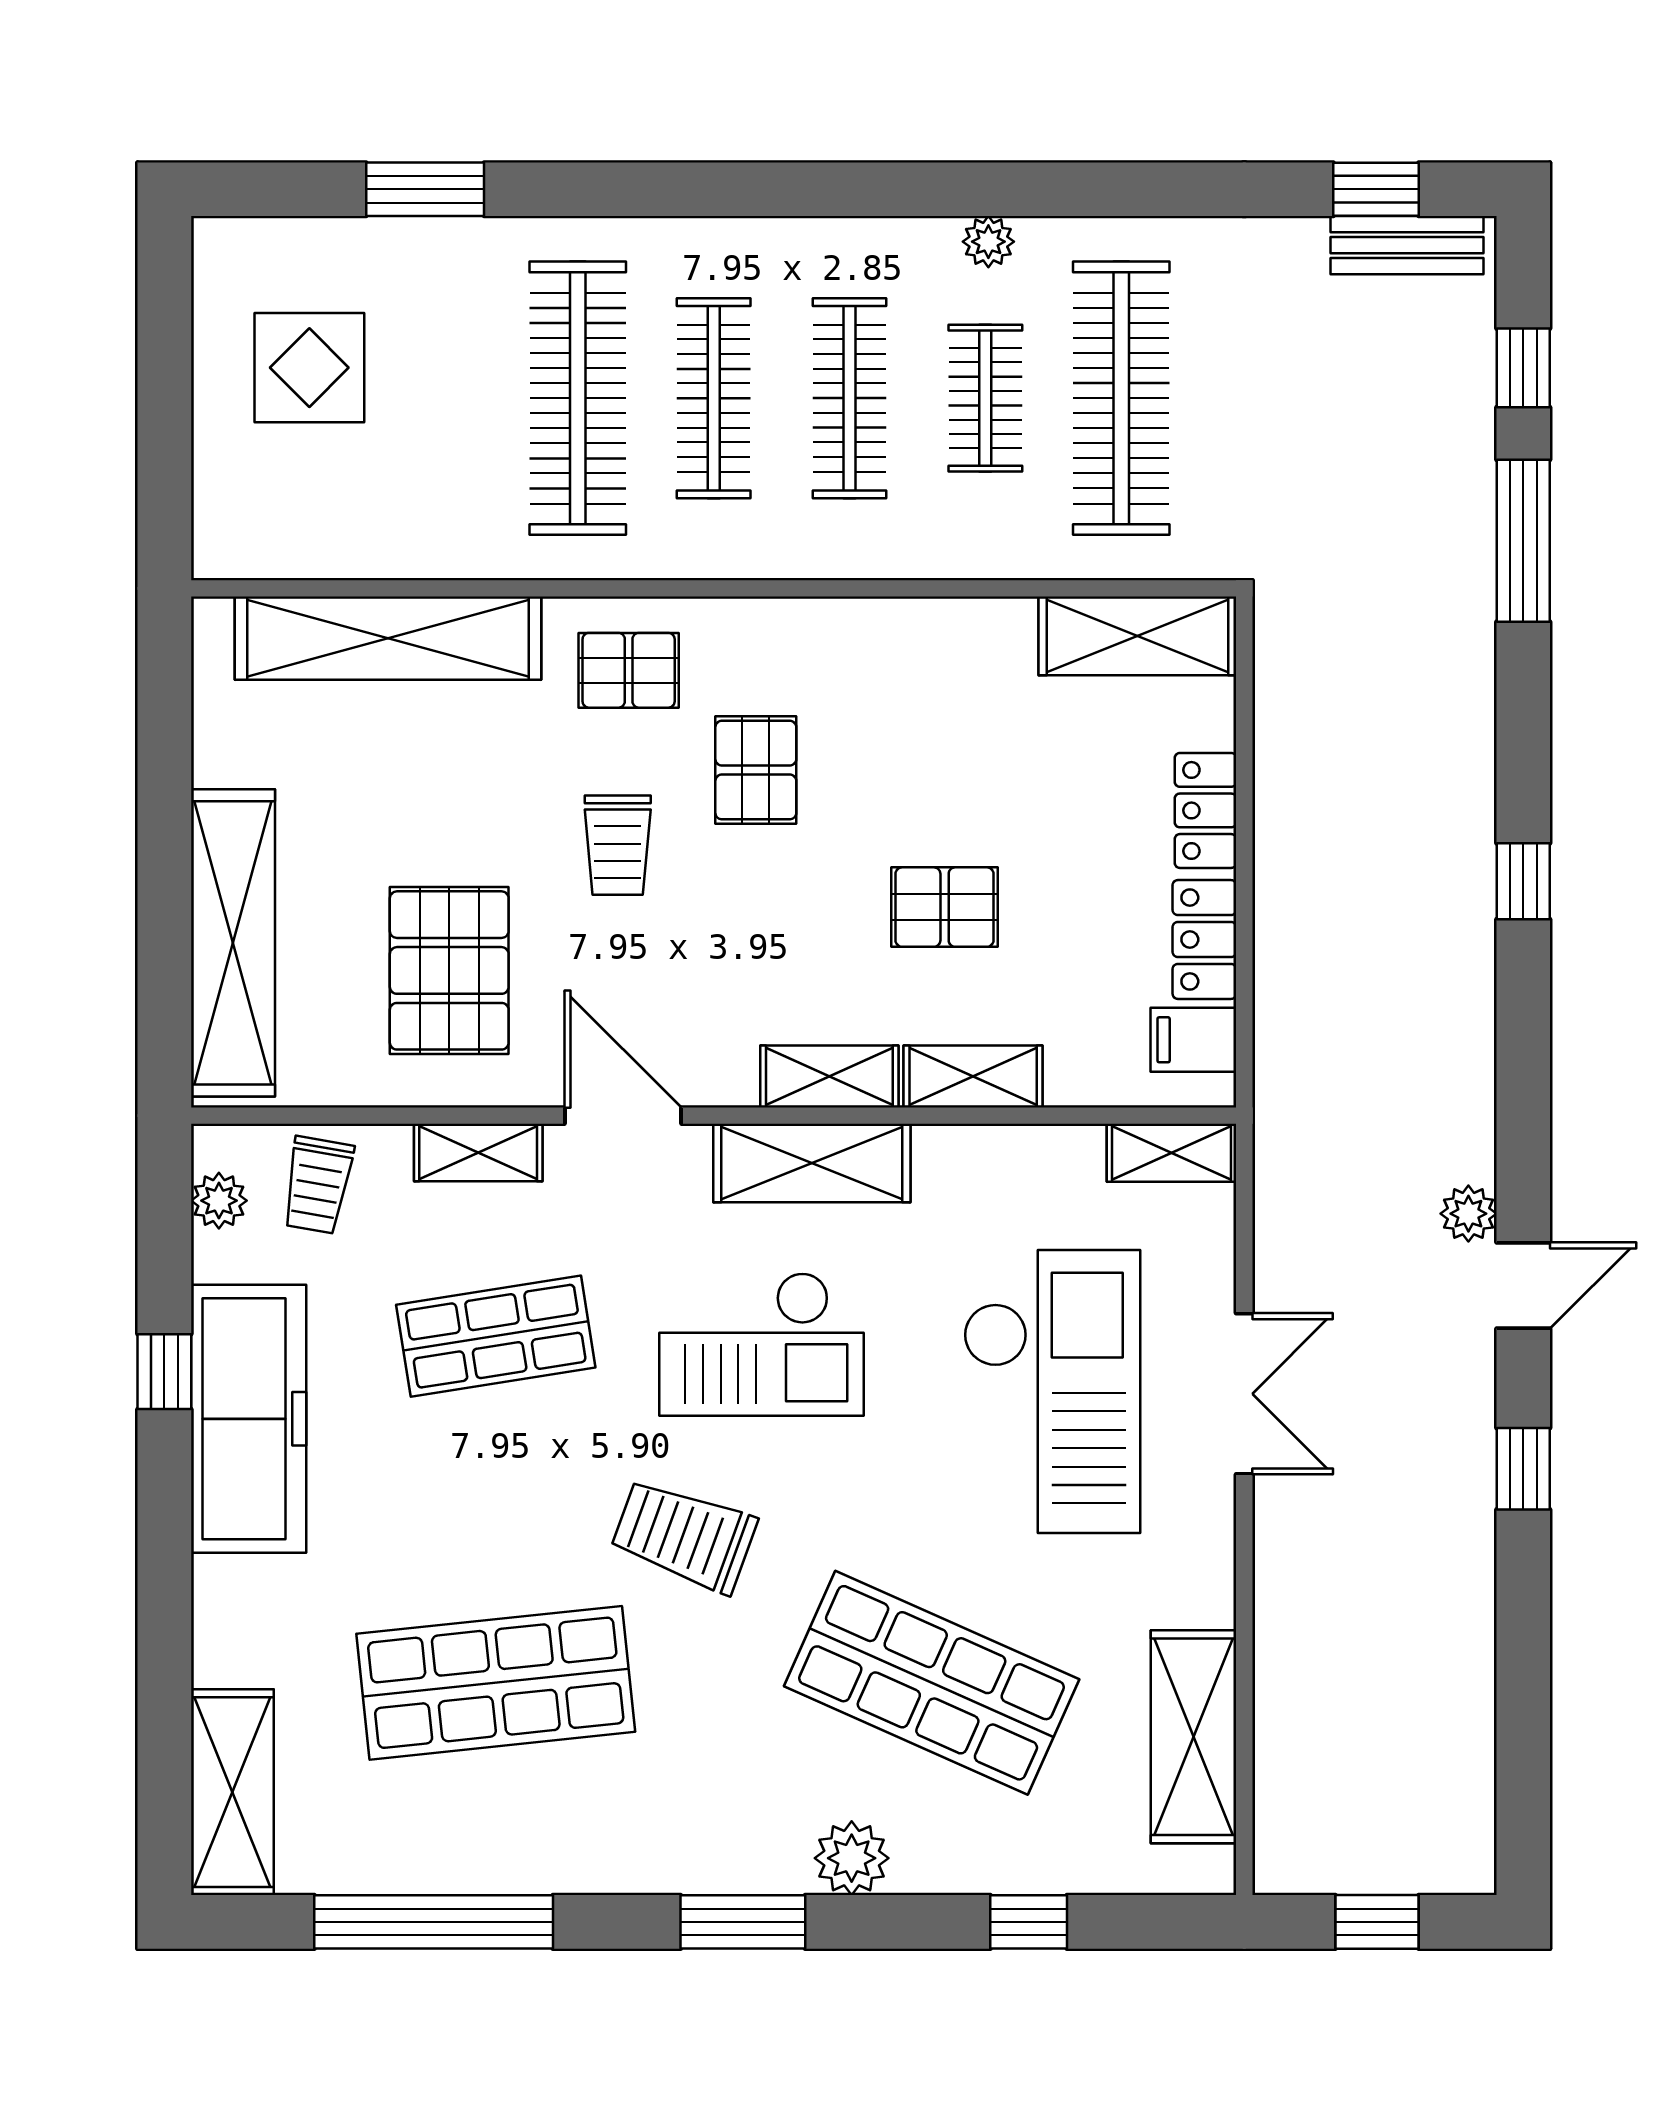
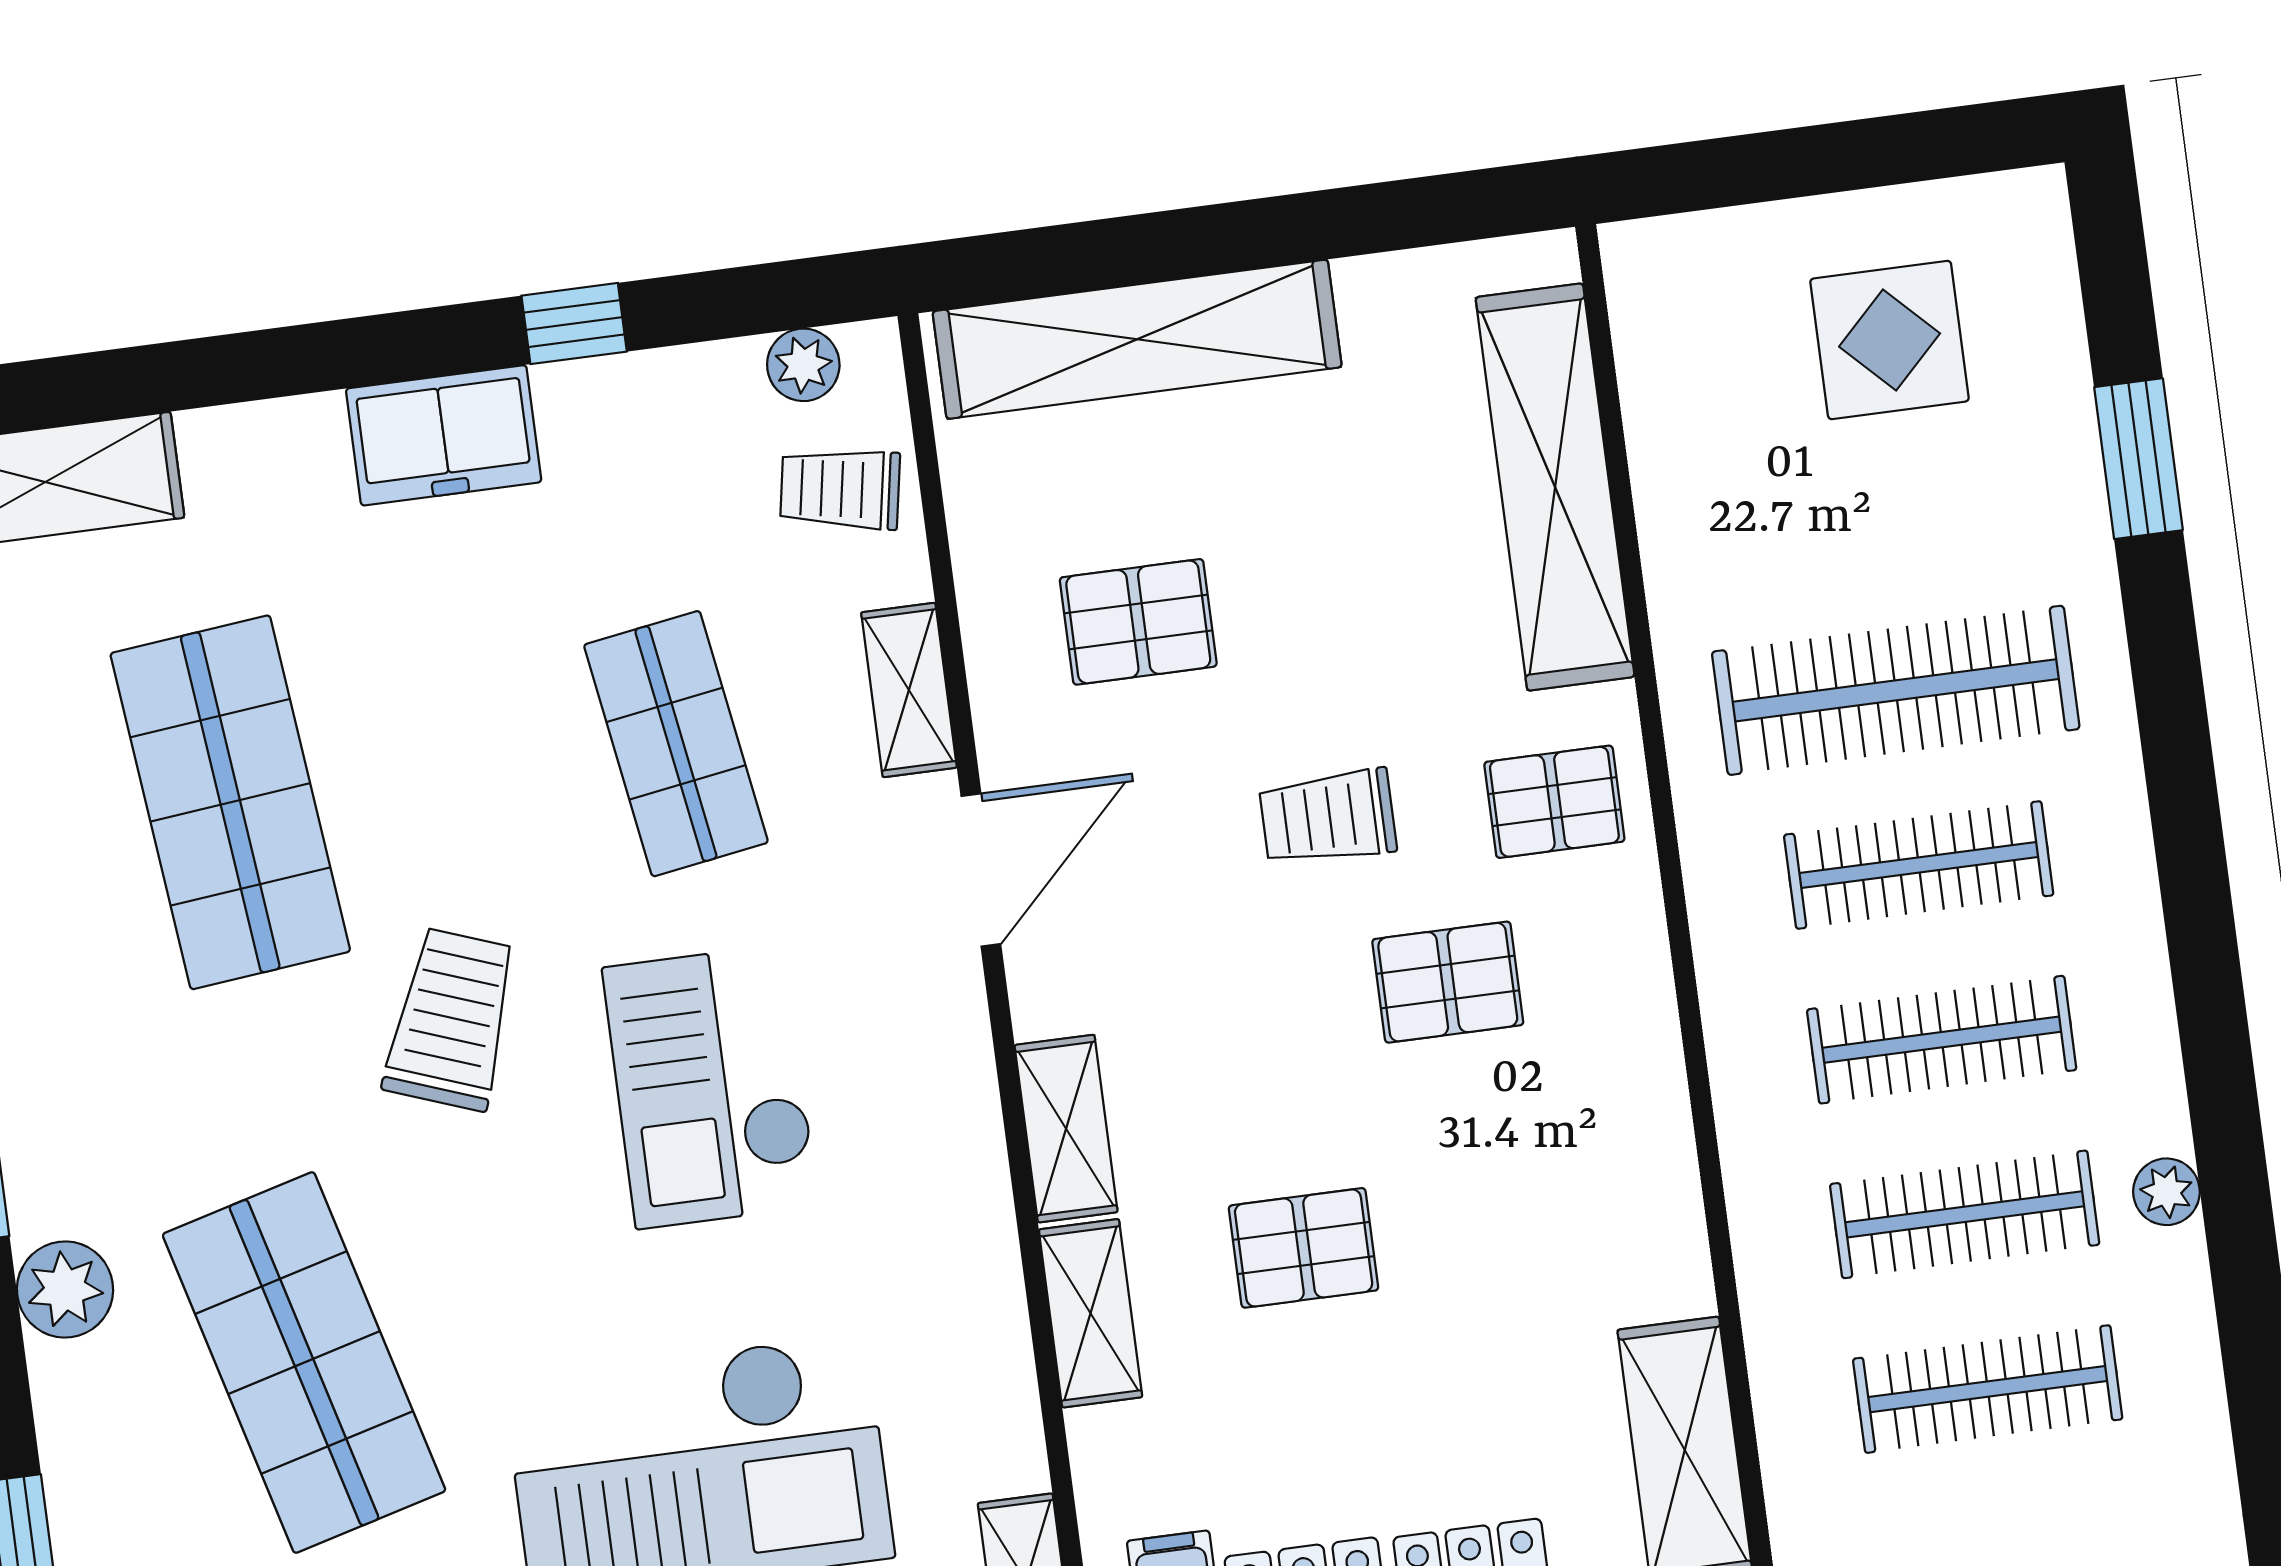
clothes rail: (985, 398) -> (1965, 1214), width x1.36
clothes rail: (1121, 398) -> (1988, 1389), width x0.73, depth x0.76
pallet: (629, 670) -> (1554, 802), turned 90
pallet: (945, 907) -> (1304, 1248), turned 90
pallet: (449, 970) -> (1138, 622), width x0.67, depth x0.71
shelving: (812, 1163) -> (952, 1121), removed
freezer: (249, 1419) -> (444, 435), width x0.52, depth x0.79
shop shelf: (932, 1683) -> (304, 1363), turned -39

